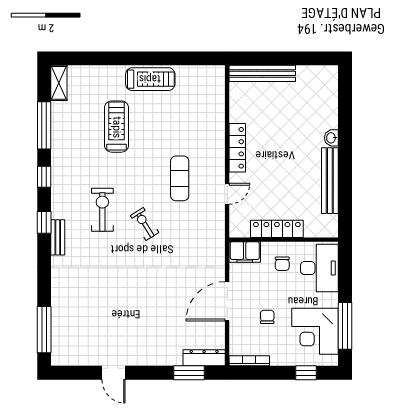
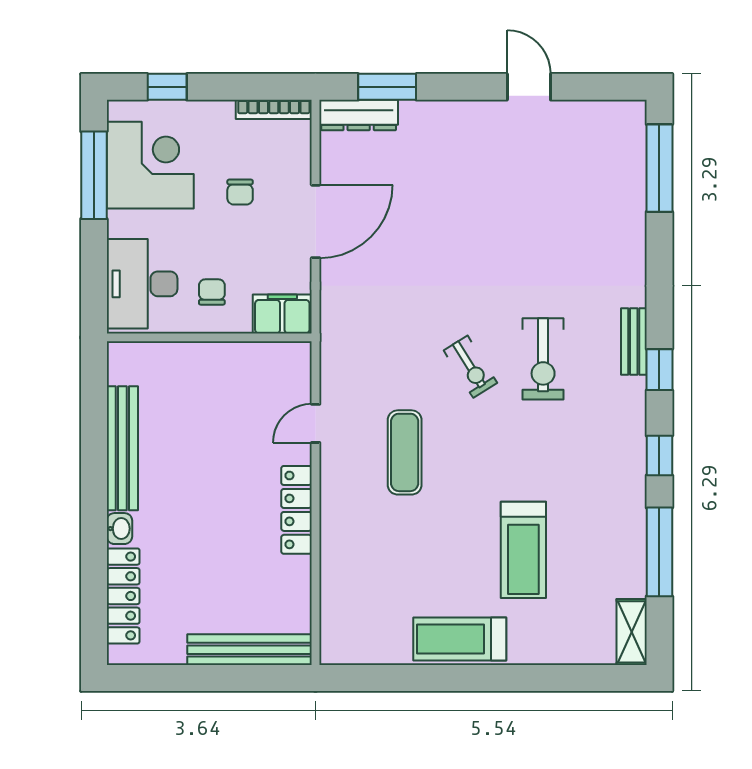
exercise bike: (102, 210) -> (543, 359), moved
locker: (277, 229) -> (123, 596), moved, turned -90

